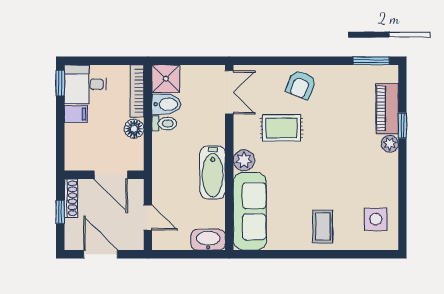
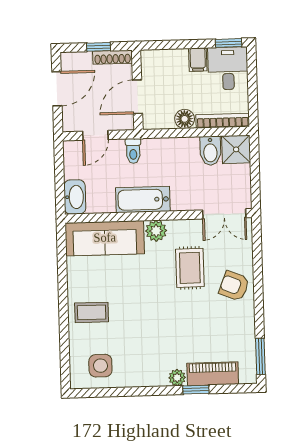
toilet: (164, 123) -> (133, 151), moved

